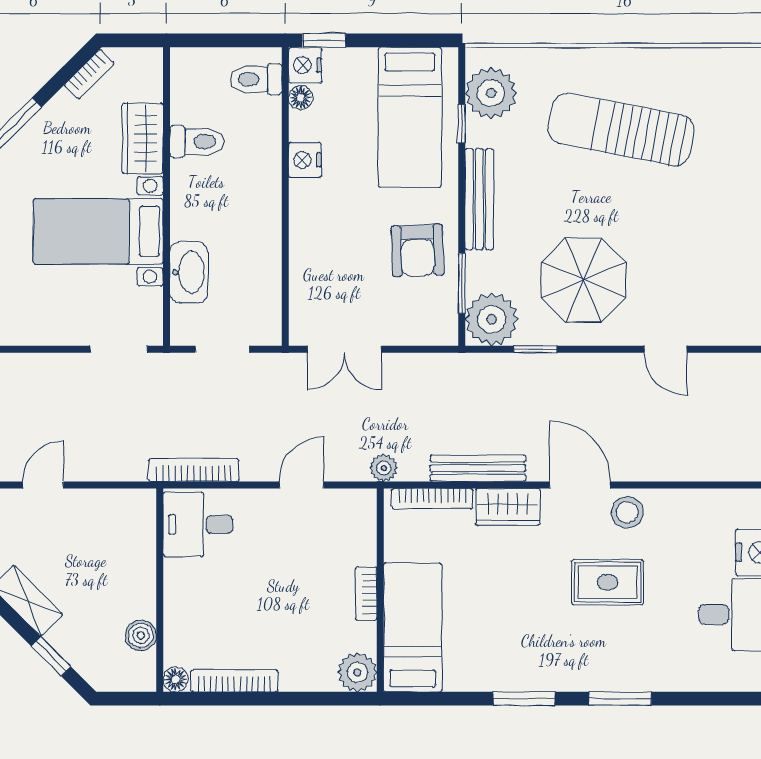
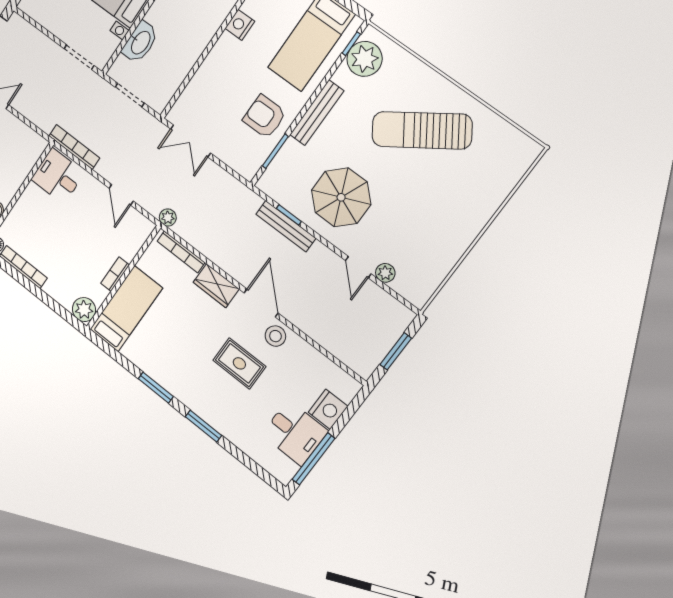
window: (462, 124) -> (351, 44), moved
sun lounger: (621, 129) -> (422, 130), turned -45
armchair: (418, 251) -> (265, 117), turned 92
plant: (492, 319) -> (385, 273), moved, width x0.53, depth x0.53
bench: (478, 468) -> (286, 226), moved
door: (301, 485) -> (121, 195), swing flipped

